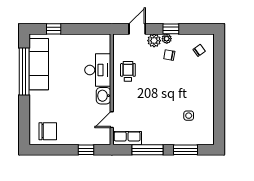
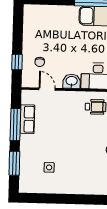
chair: (48, 131) -> (40, 62), moved, width x0.54, depth x0.54
row of seats: (127, 138) -> (27, 119), moved

